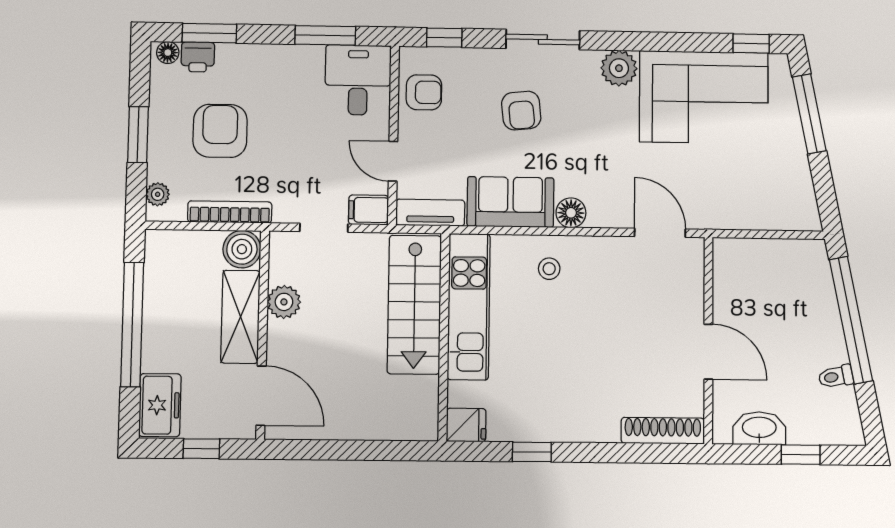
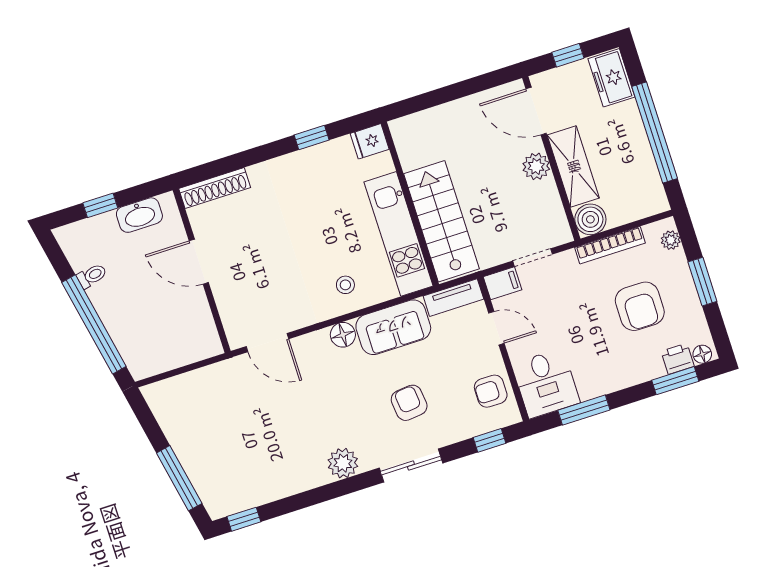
corner sofa: (704, 97) -> (268, 463), removed
plant: (284, 302) -> (536, 166), moved

